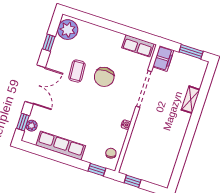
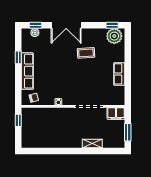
window: (49, 43) -> (112, 25), moved
row of seats: (138, 46) -> (119, 74), moved
chair: (104, 77) -> (88, 74), removed
row of seats: (61, 145) -> (27, 71), moved
window: (97, 170) -> (18, 57), moved

